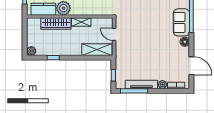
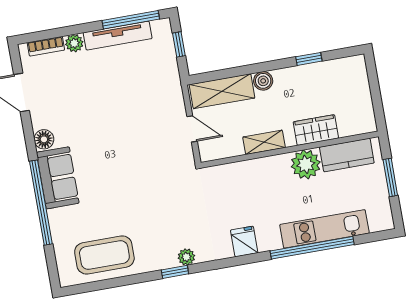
wardrobe: (56, 24) -> (316, 130), width x0.67
boiler: (31, 51) -> (263, 81), moved

